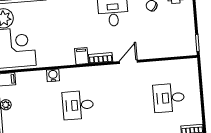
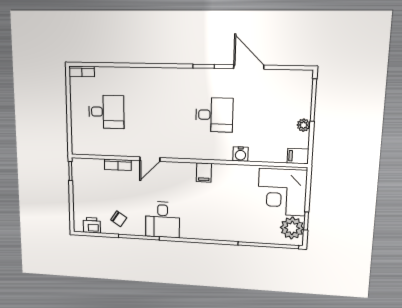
bookcase: (101, 58) -> (118, 165), moved

